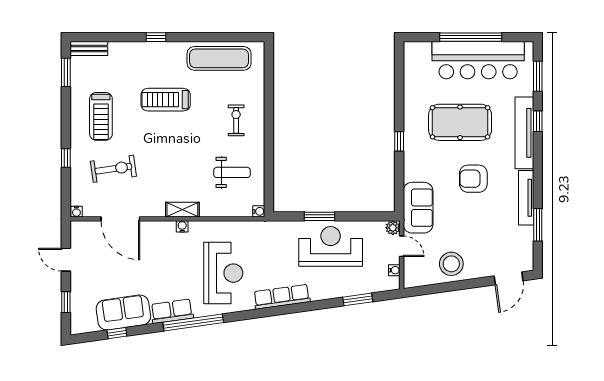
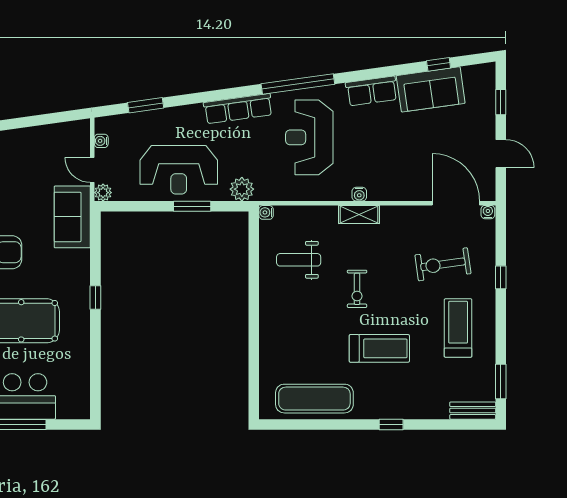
exercise bike: (236, 120) -> (357, 289), moved
door: (120, 219) -> (456, 203), moved
plant: (279, 230) -> (242, 189), added
stool: (451, 264) -> (32, 149), removed
window: (193, 322) -> (298, 84), moved

